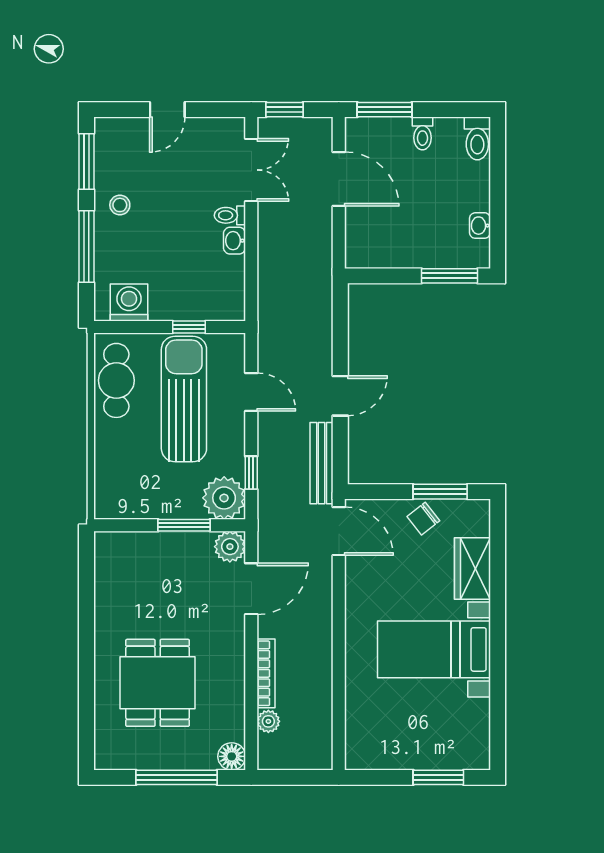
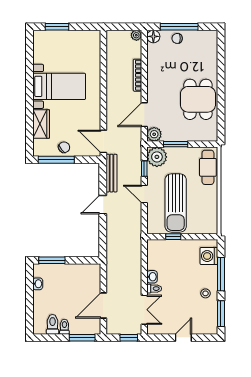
toilet: (477, 138) -> (53, 324), moved
double door: (251, 170) -> (144, 310), swing flipped
door: (339, 179) -> (103, 306), hinge flipped
washing machine: (129, 302) -> (209, 256), moved, turned 90
cafe table: (116, 380) -> (208, 167), moved
door: (251, 392) -> (144, 194), moved
window: (440, 492) -> (56, 160), width x1.44
dining table: (158, 683) -> (198, 99), moved
plant: (268, 721) -> (136, 35), moved
chair: (181, 752) -> (177, 38), added

